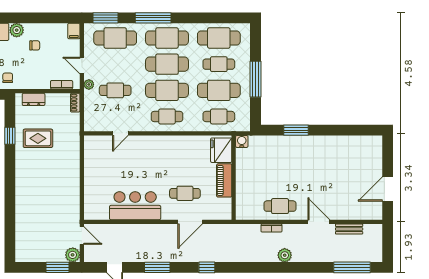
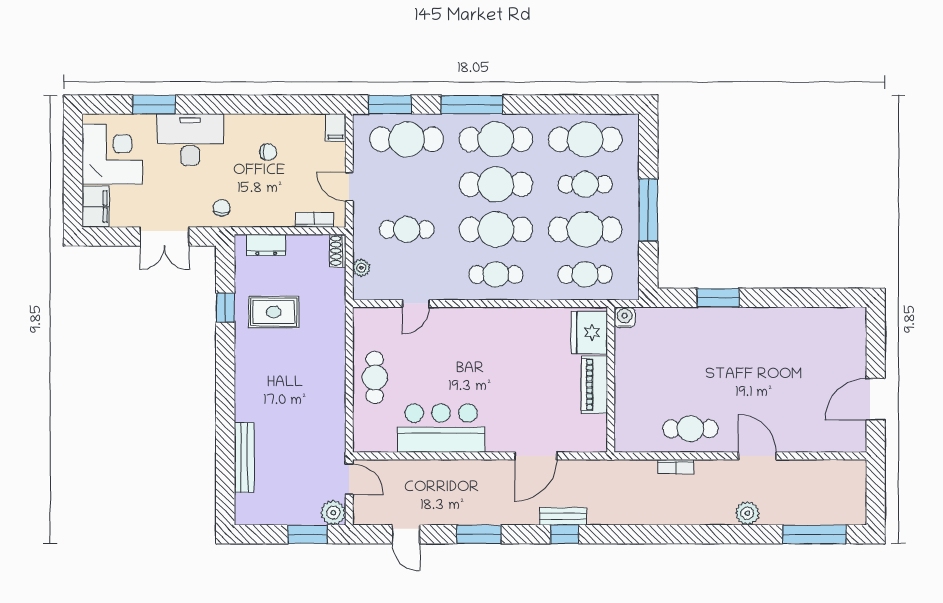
plant: (17, 30) -> (237, 126), removed
plant: (89, 84) -> (361, 268), moved
cafe table: (185, 193) -> (375, 378), moved, turned 90
bench: (21, 223) -> (244, 458), added
bench: (349, 229) -> (563, 516), moved
plant: (285, 255) -> (747, 513), moved

